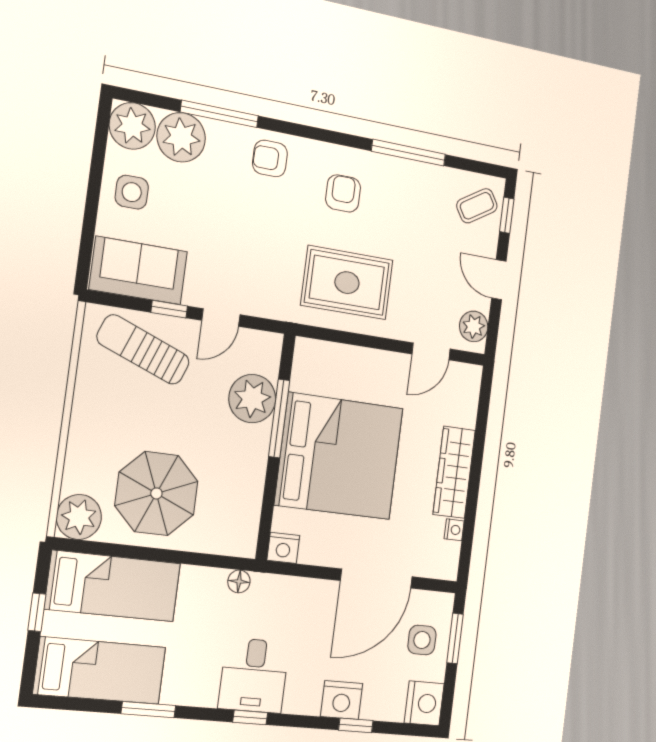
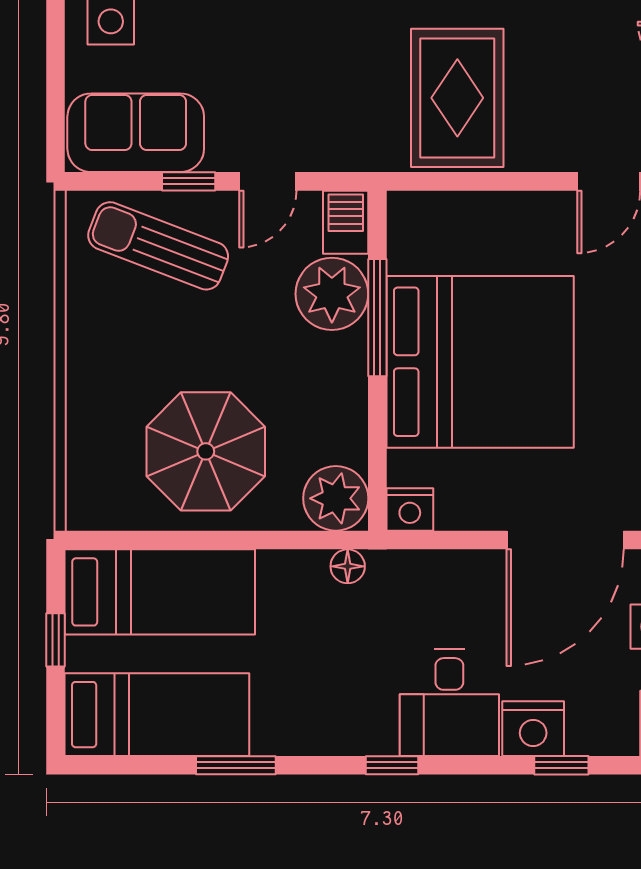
rug: (347, 283) -> (457, 98), turned 90
barbecue: (267, 352) -> (346, 222), added
plant: (79, 517) -> (336, 498), moved
desk: (254, 675) -> (449, 703), moved

